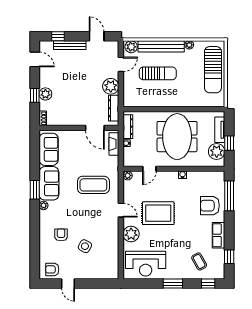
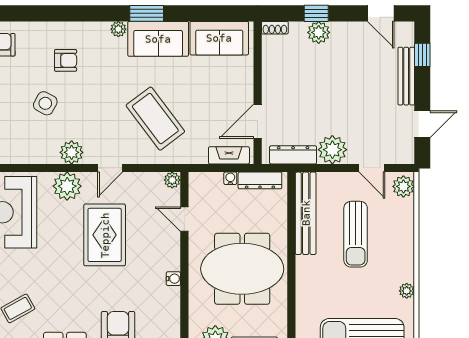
bench: (161, 46) -> (306, 213), moved
door: (35, 59) -> (381, 13), hinge flipped
coffee table: (93, 185) -> (155, 119), turned -37
plant: (112, 232) -> (72, 152), added

